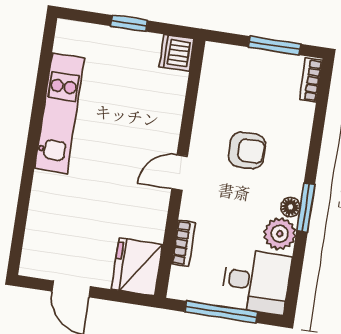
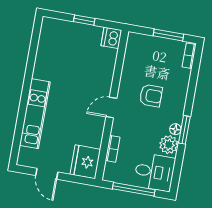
kitchen unit: (60, 113) -> (35, 114), moved

